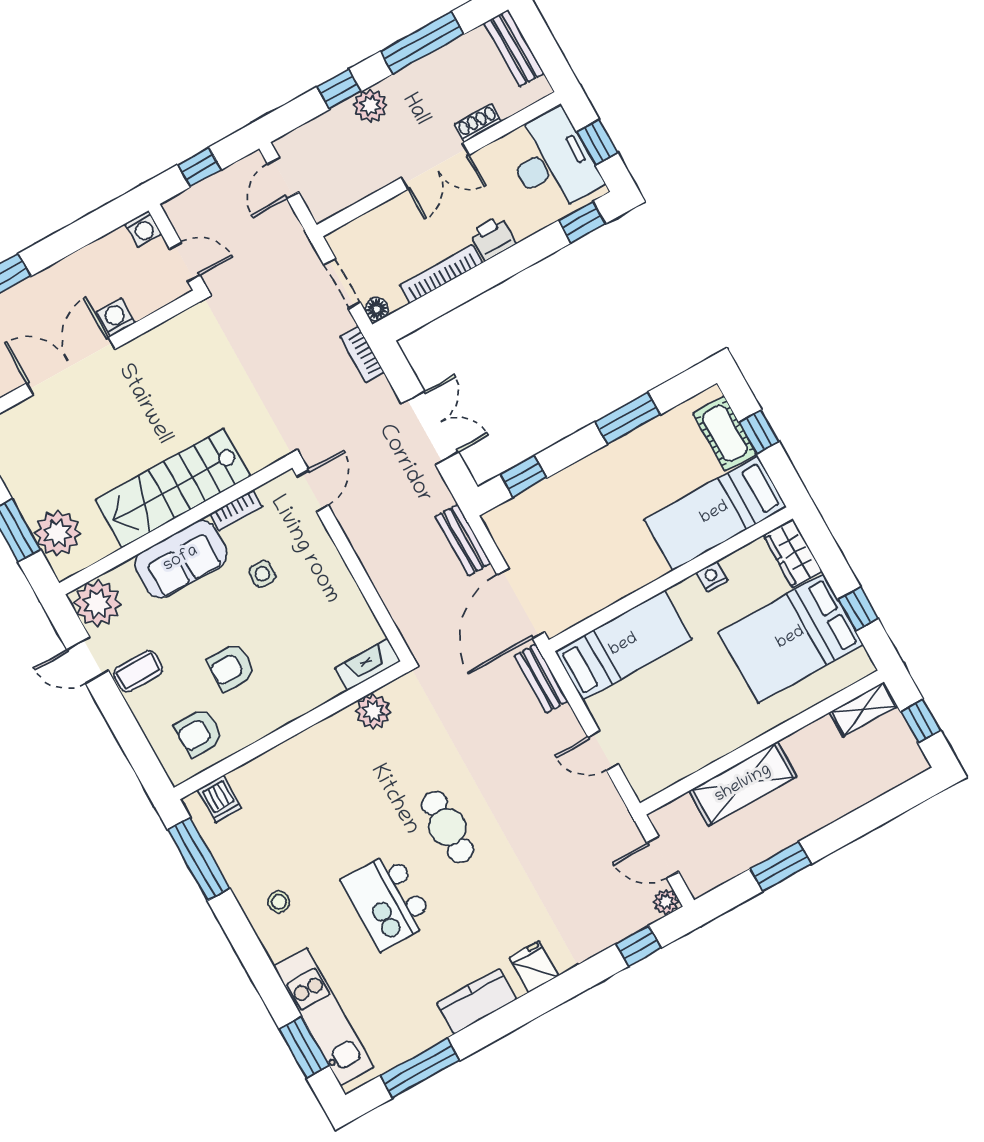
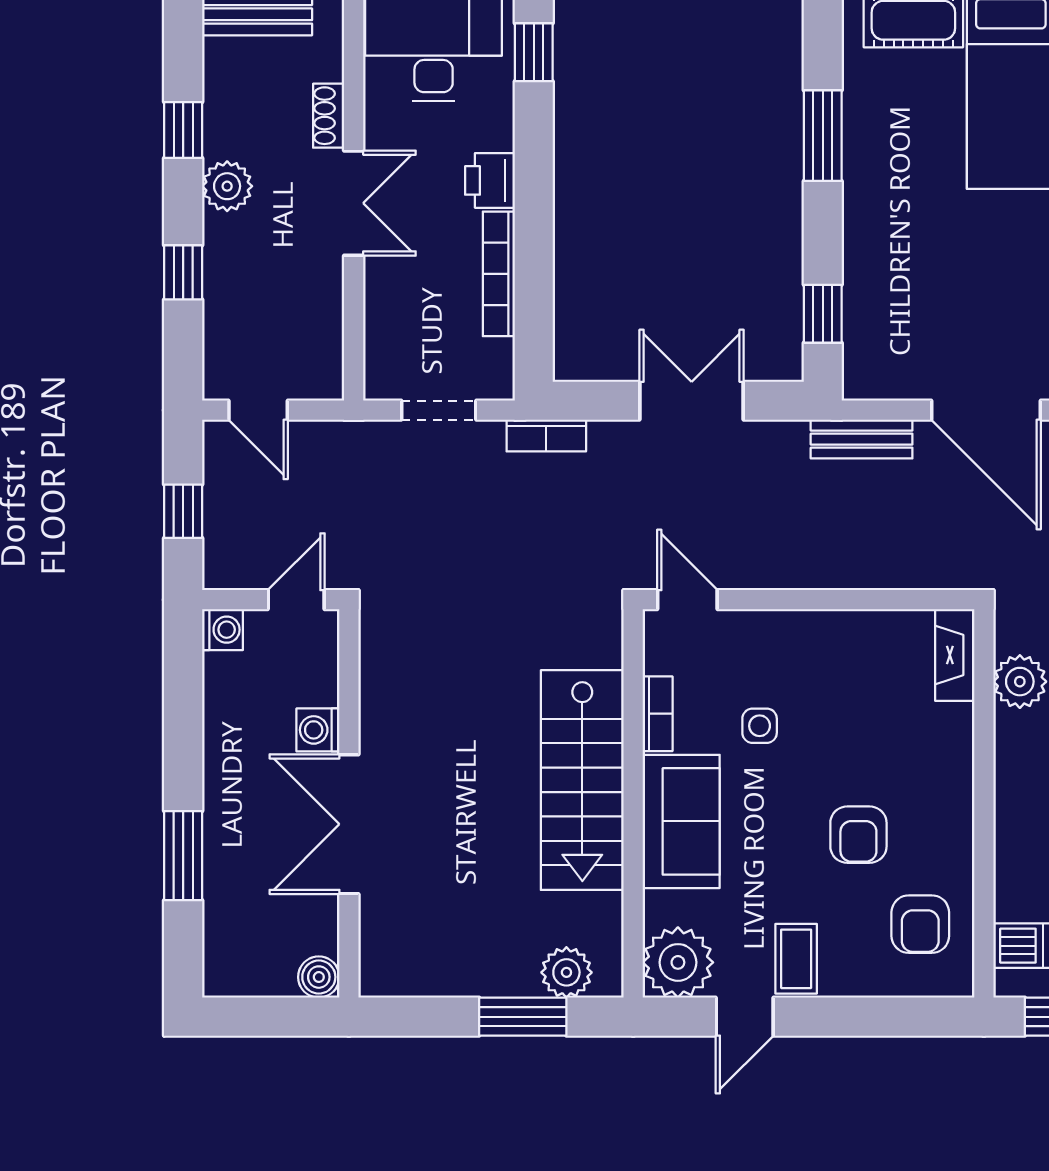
window: (422, 43) -> (183, 130), width x0.46
plant: (370, 105) -> (227, 186), moved
floor lamp: (377, 309) -> (498, 384), removed
plant: (58, 533) -> (566, 972), width x0.73, depth x0.73

